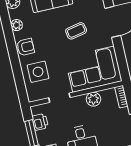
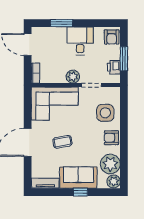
plant: (17, 25) -> (110, 164), width x1.87, depth x1.87
plant: (93, 99) -> (73, 77), moved

